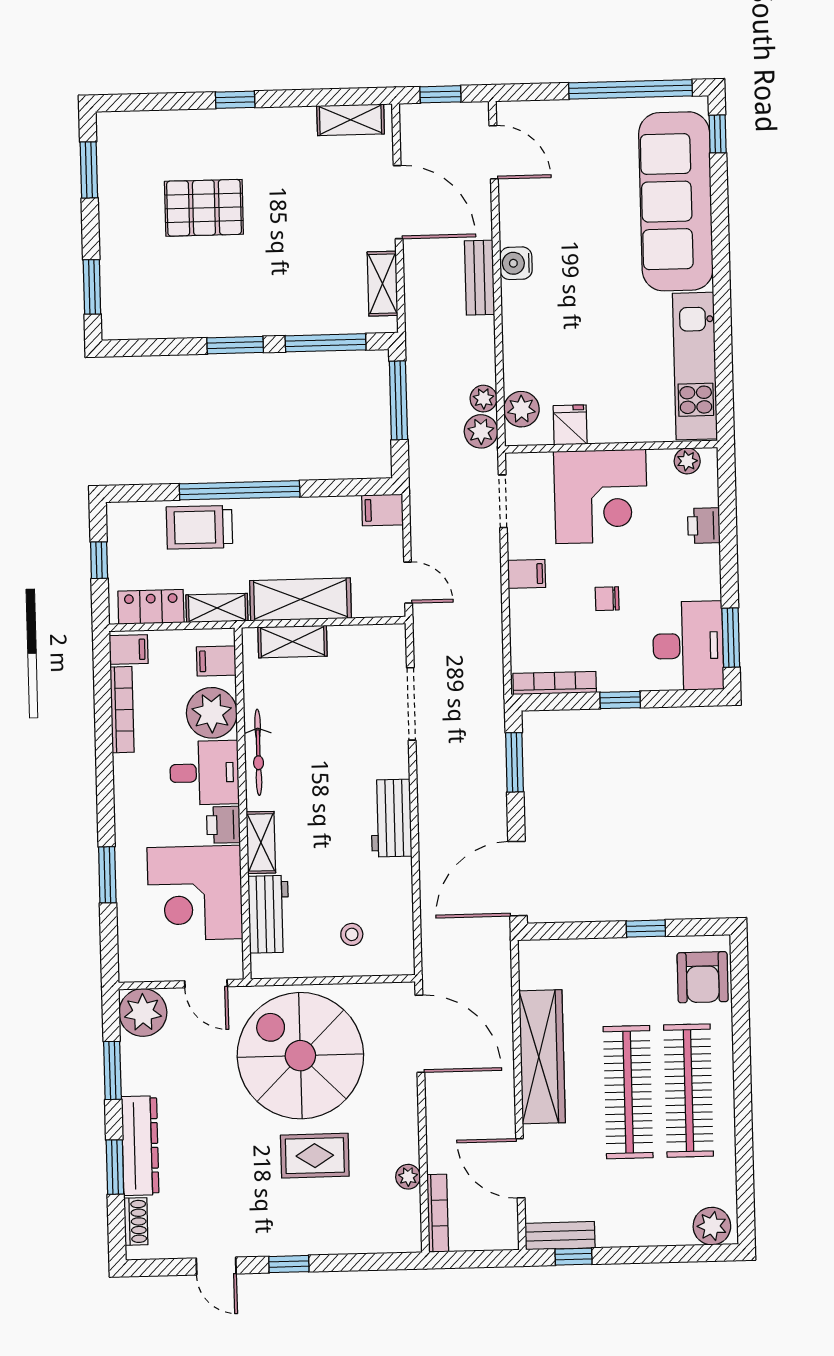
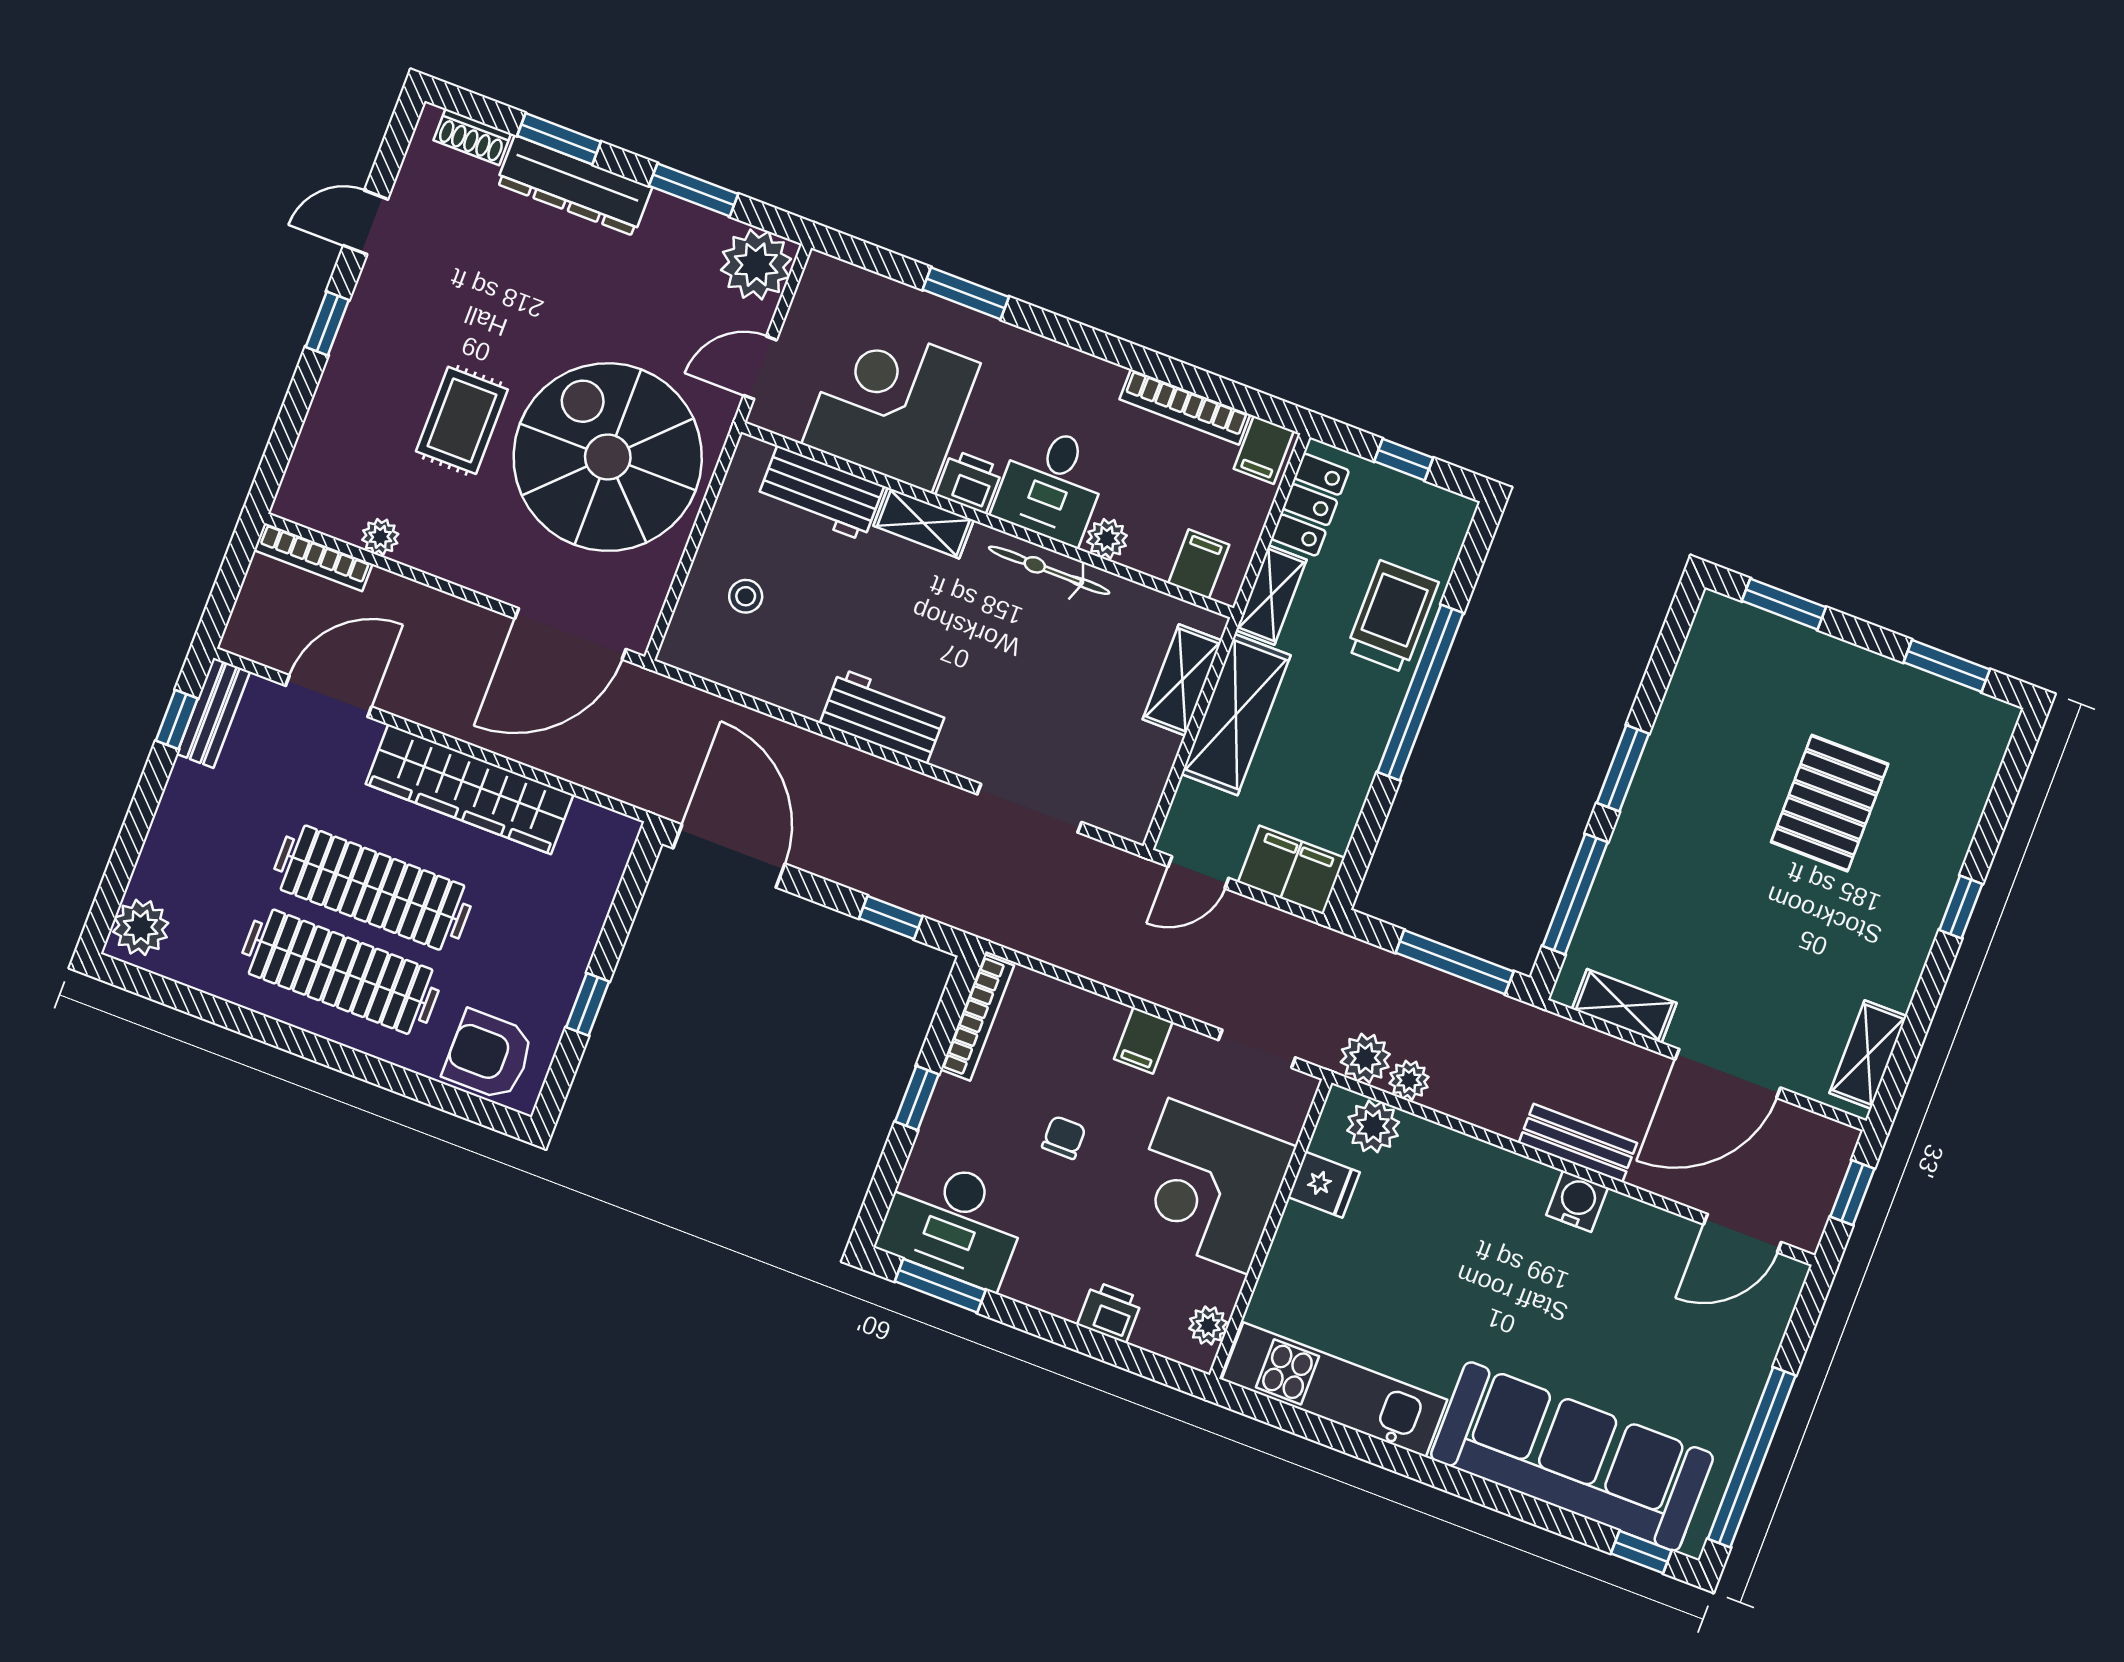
filing cabinet: (382, 510) -> (1291, 870), width x2.00
plant: (212, 713) -> (1107, 539), width x0.53, depth x0.53
window: (514, 762) -> (891, 917), width x0.67
spiral stairs: (300, 1056) -> (608, 457), turned -90

